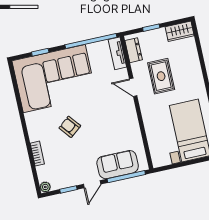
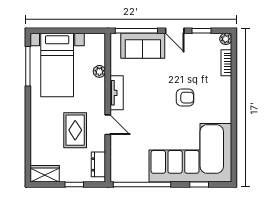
tv unit: (117, 53) -> (117, 93), moved
armchair: (70, 127) -> (185, 98), turned -51
plant: (151, 133) -> (99, 71), added
bookcase: (37, 154) -> (226, 63), moved
door: (92, 184) -> (175, 31), swing flipped

